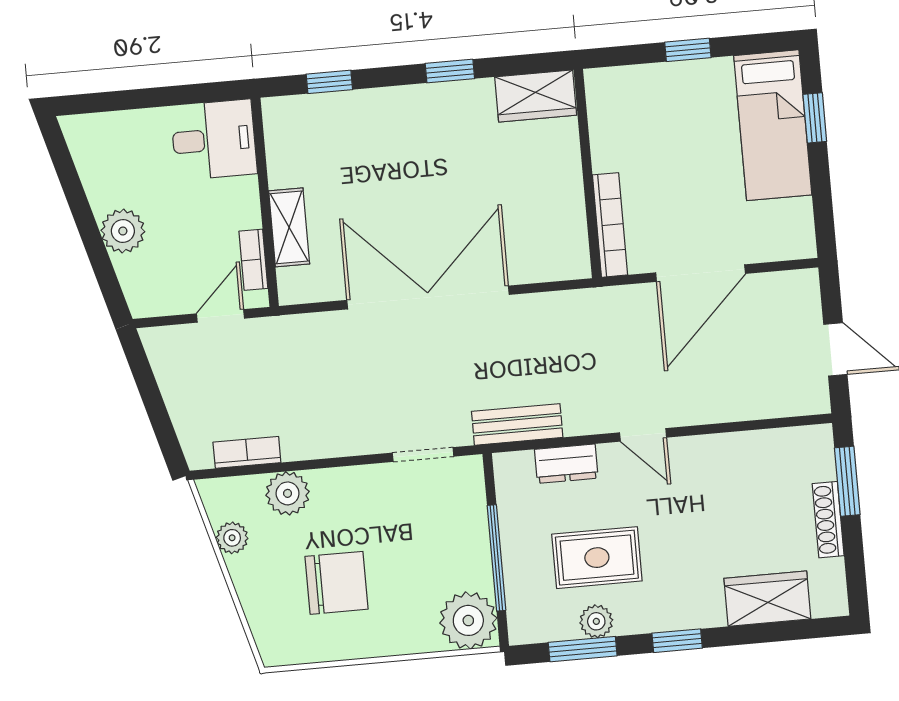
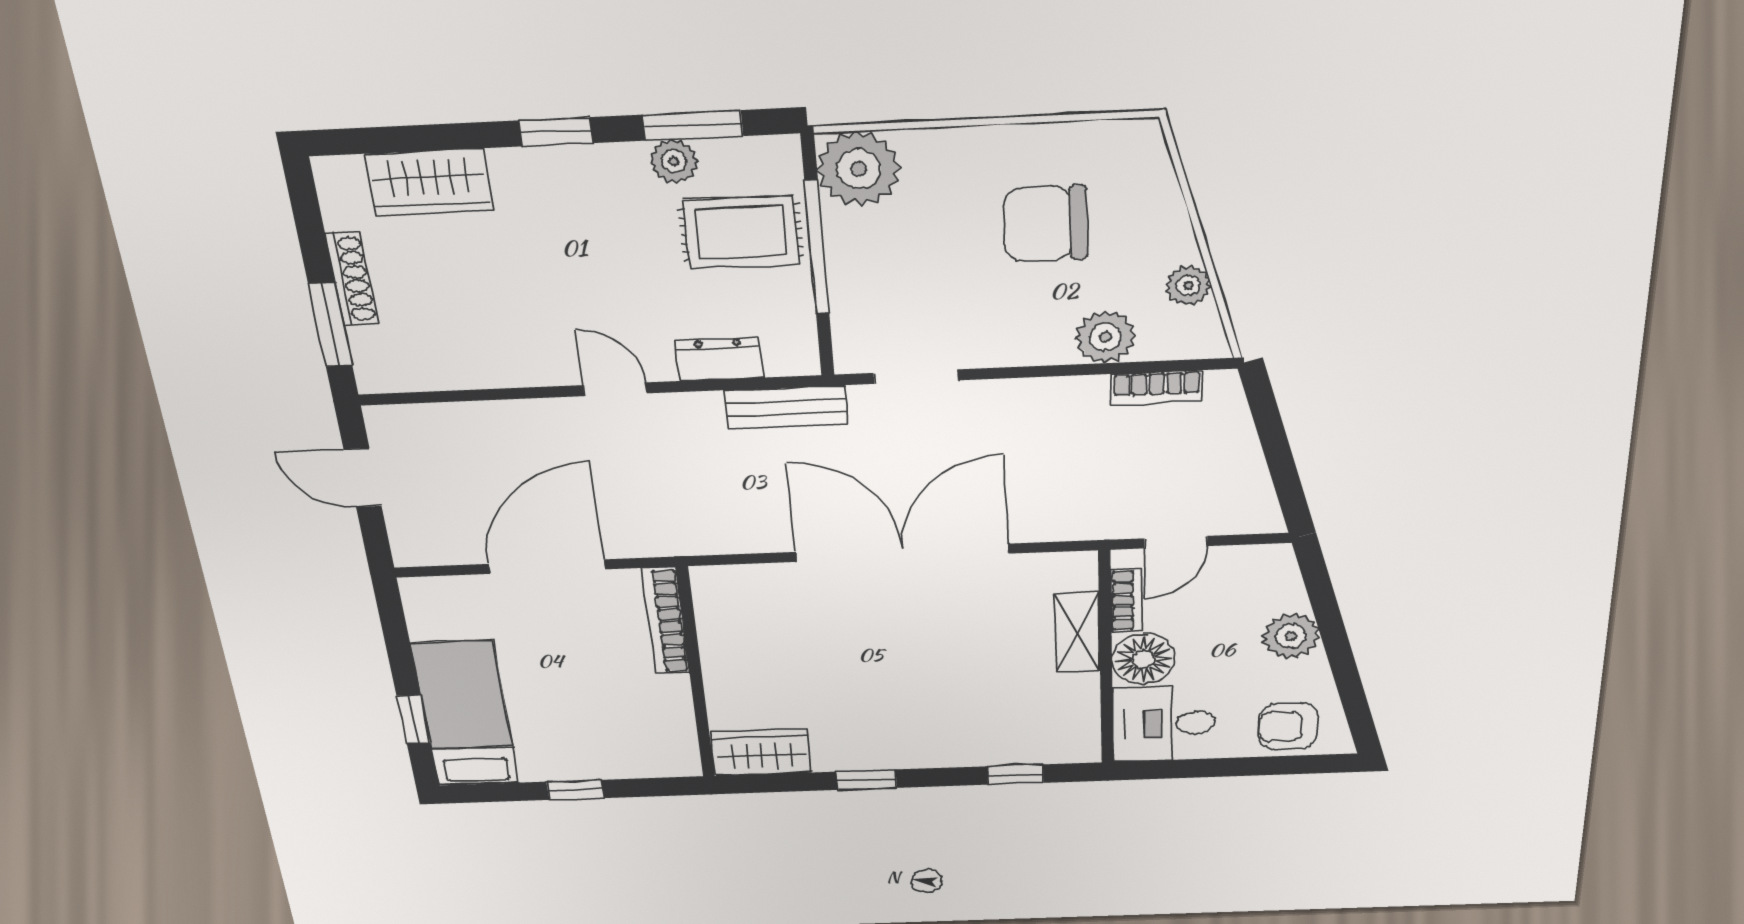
armchair: (115, 141) -> (1288, 726), added
floor lamp: (236, 204) -> (1143, 659), added
double door: (428, 297) -> (902, 553), swing flipped
rug: (597, 558) -> (741, 232), moved

